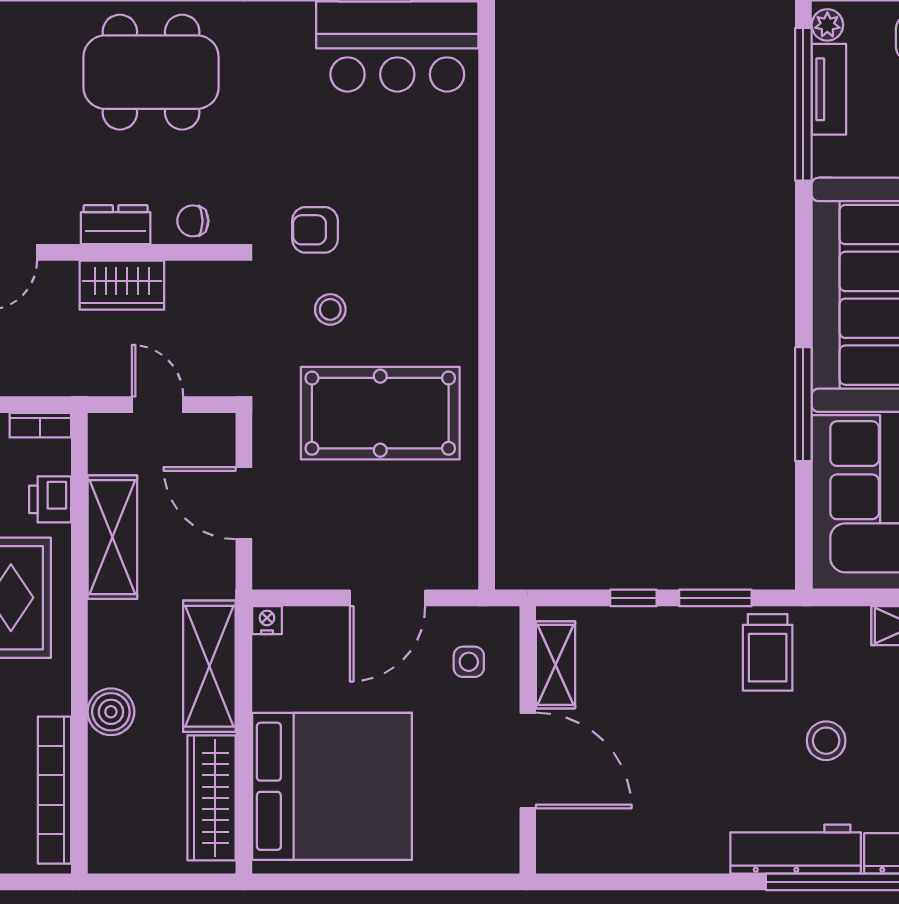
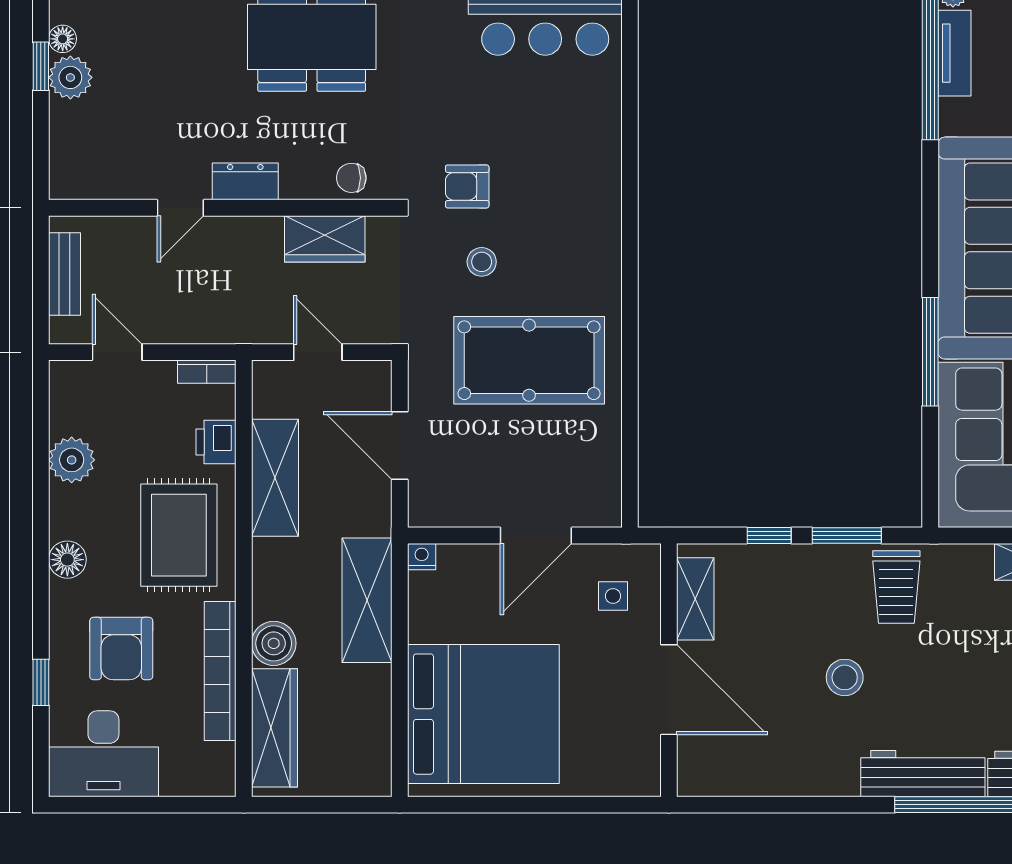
dresser: (116, 225) -> (245, 181), moved
wardrobe: (122, 285) -> (325, 239), moved
stool: (826, 741) -> (845, 677), moved
bookcase: (54, 790) -> (220, 671), moved
wardrobe: (211, 798) -> (274, 728), moved, turned 180

